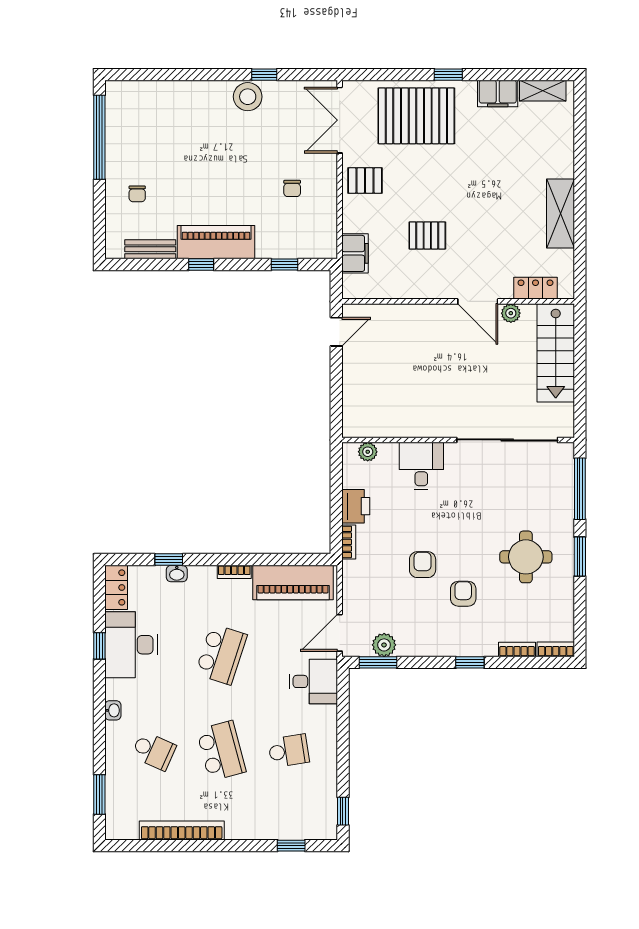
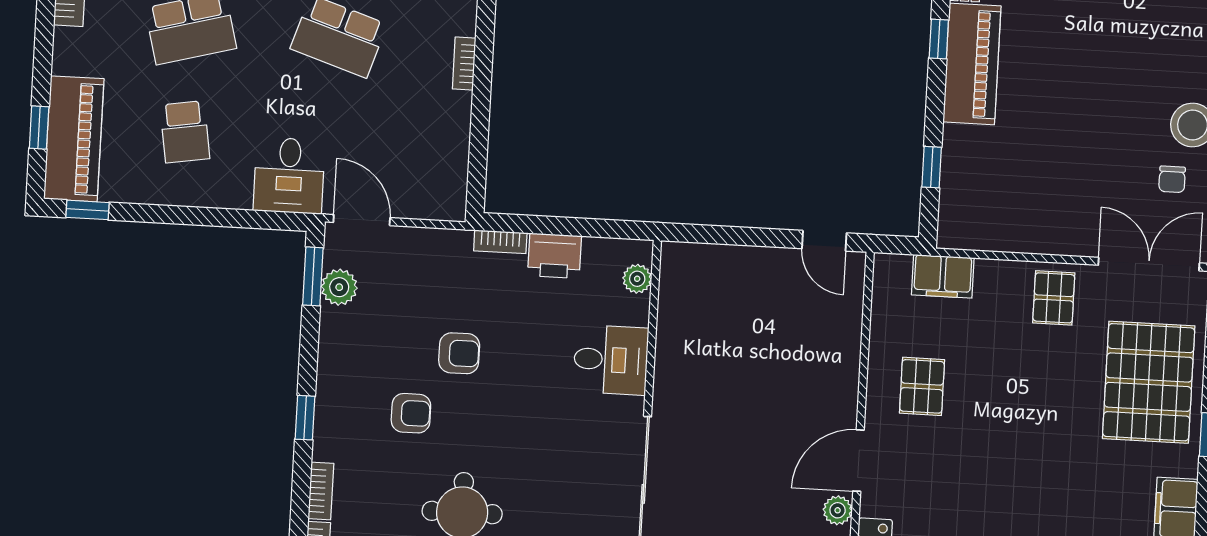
chair: (292, 188) -> (1172, 179), moved, turned -90
pallet: (427, 235) -> (922, 386), moved
piano: (293, 583) -> (74, 139), moved, turned 180

